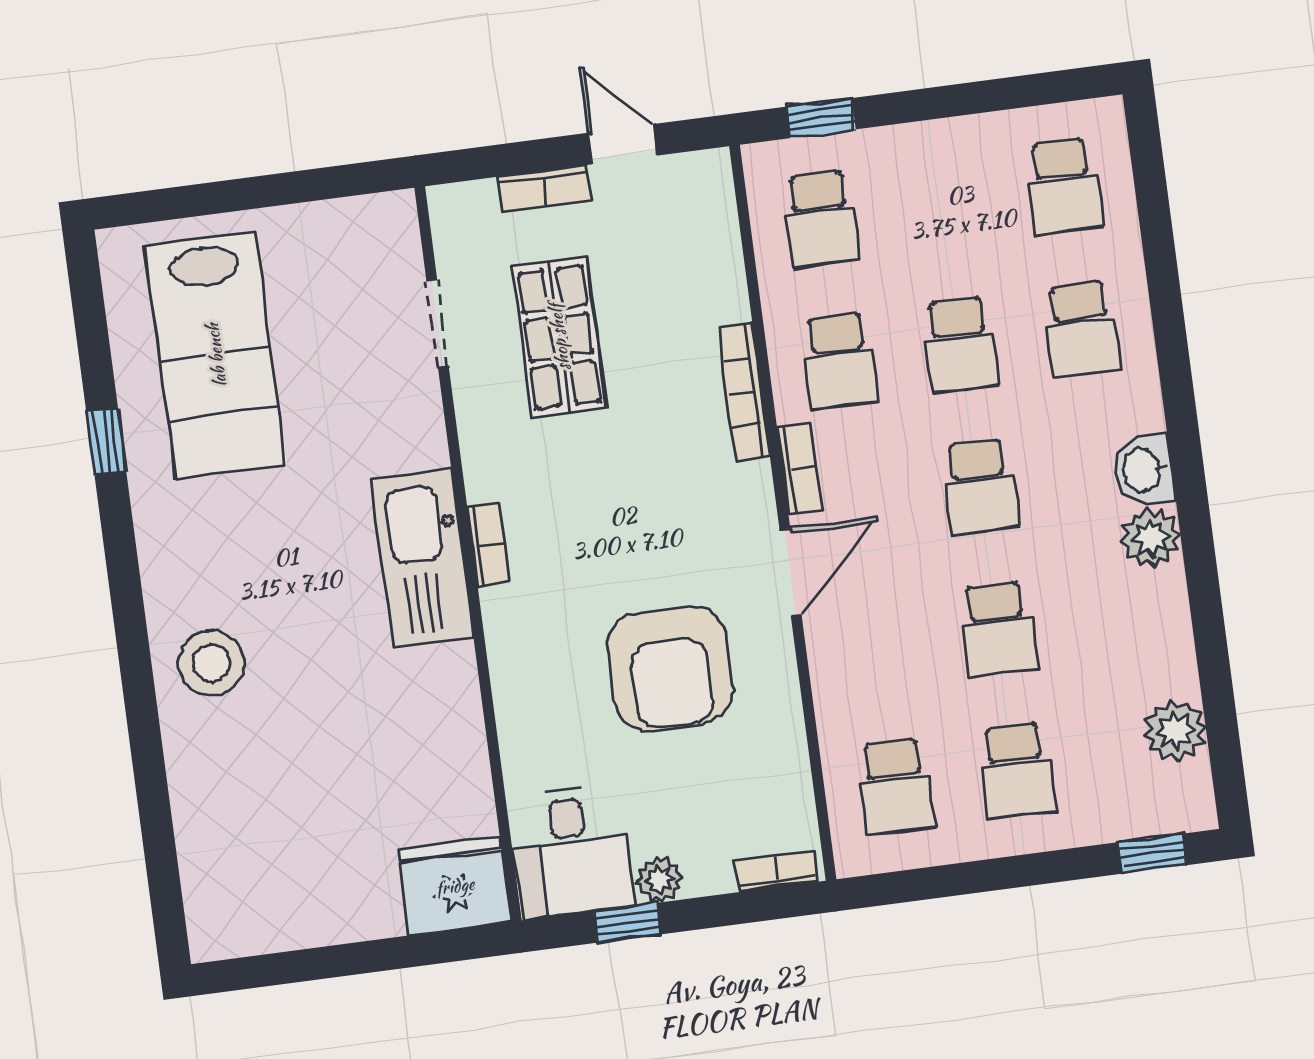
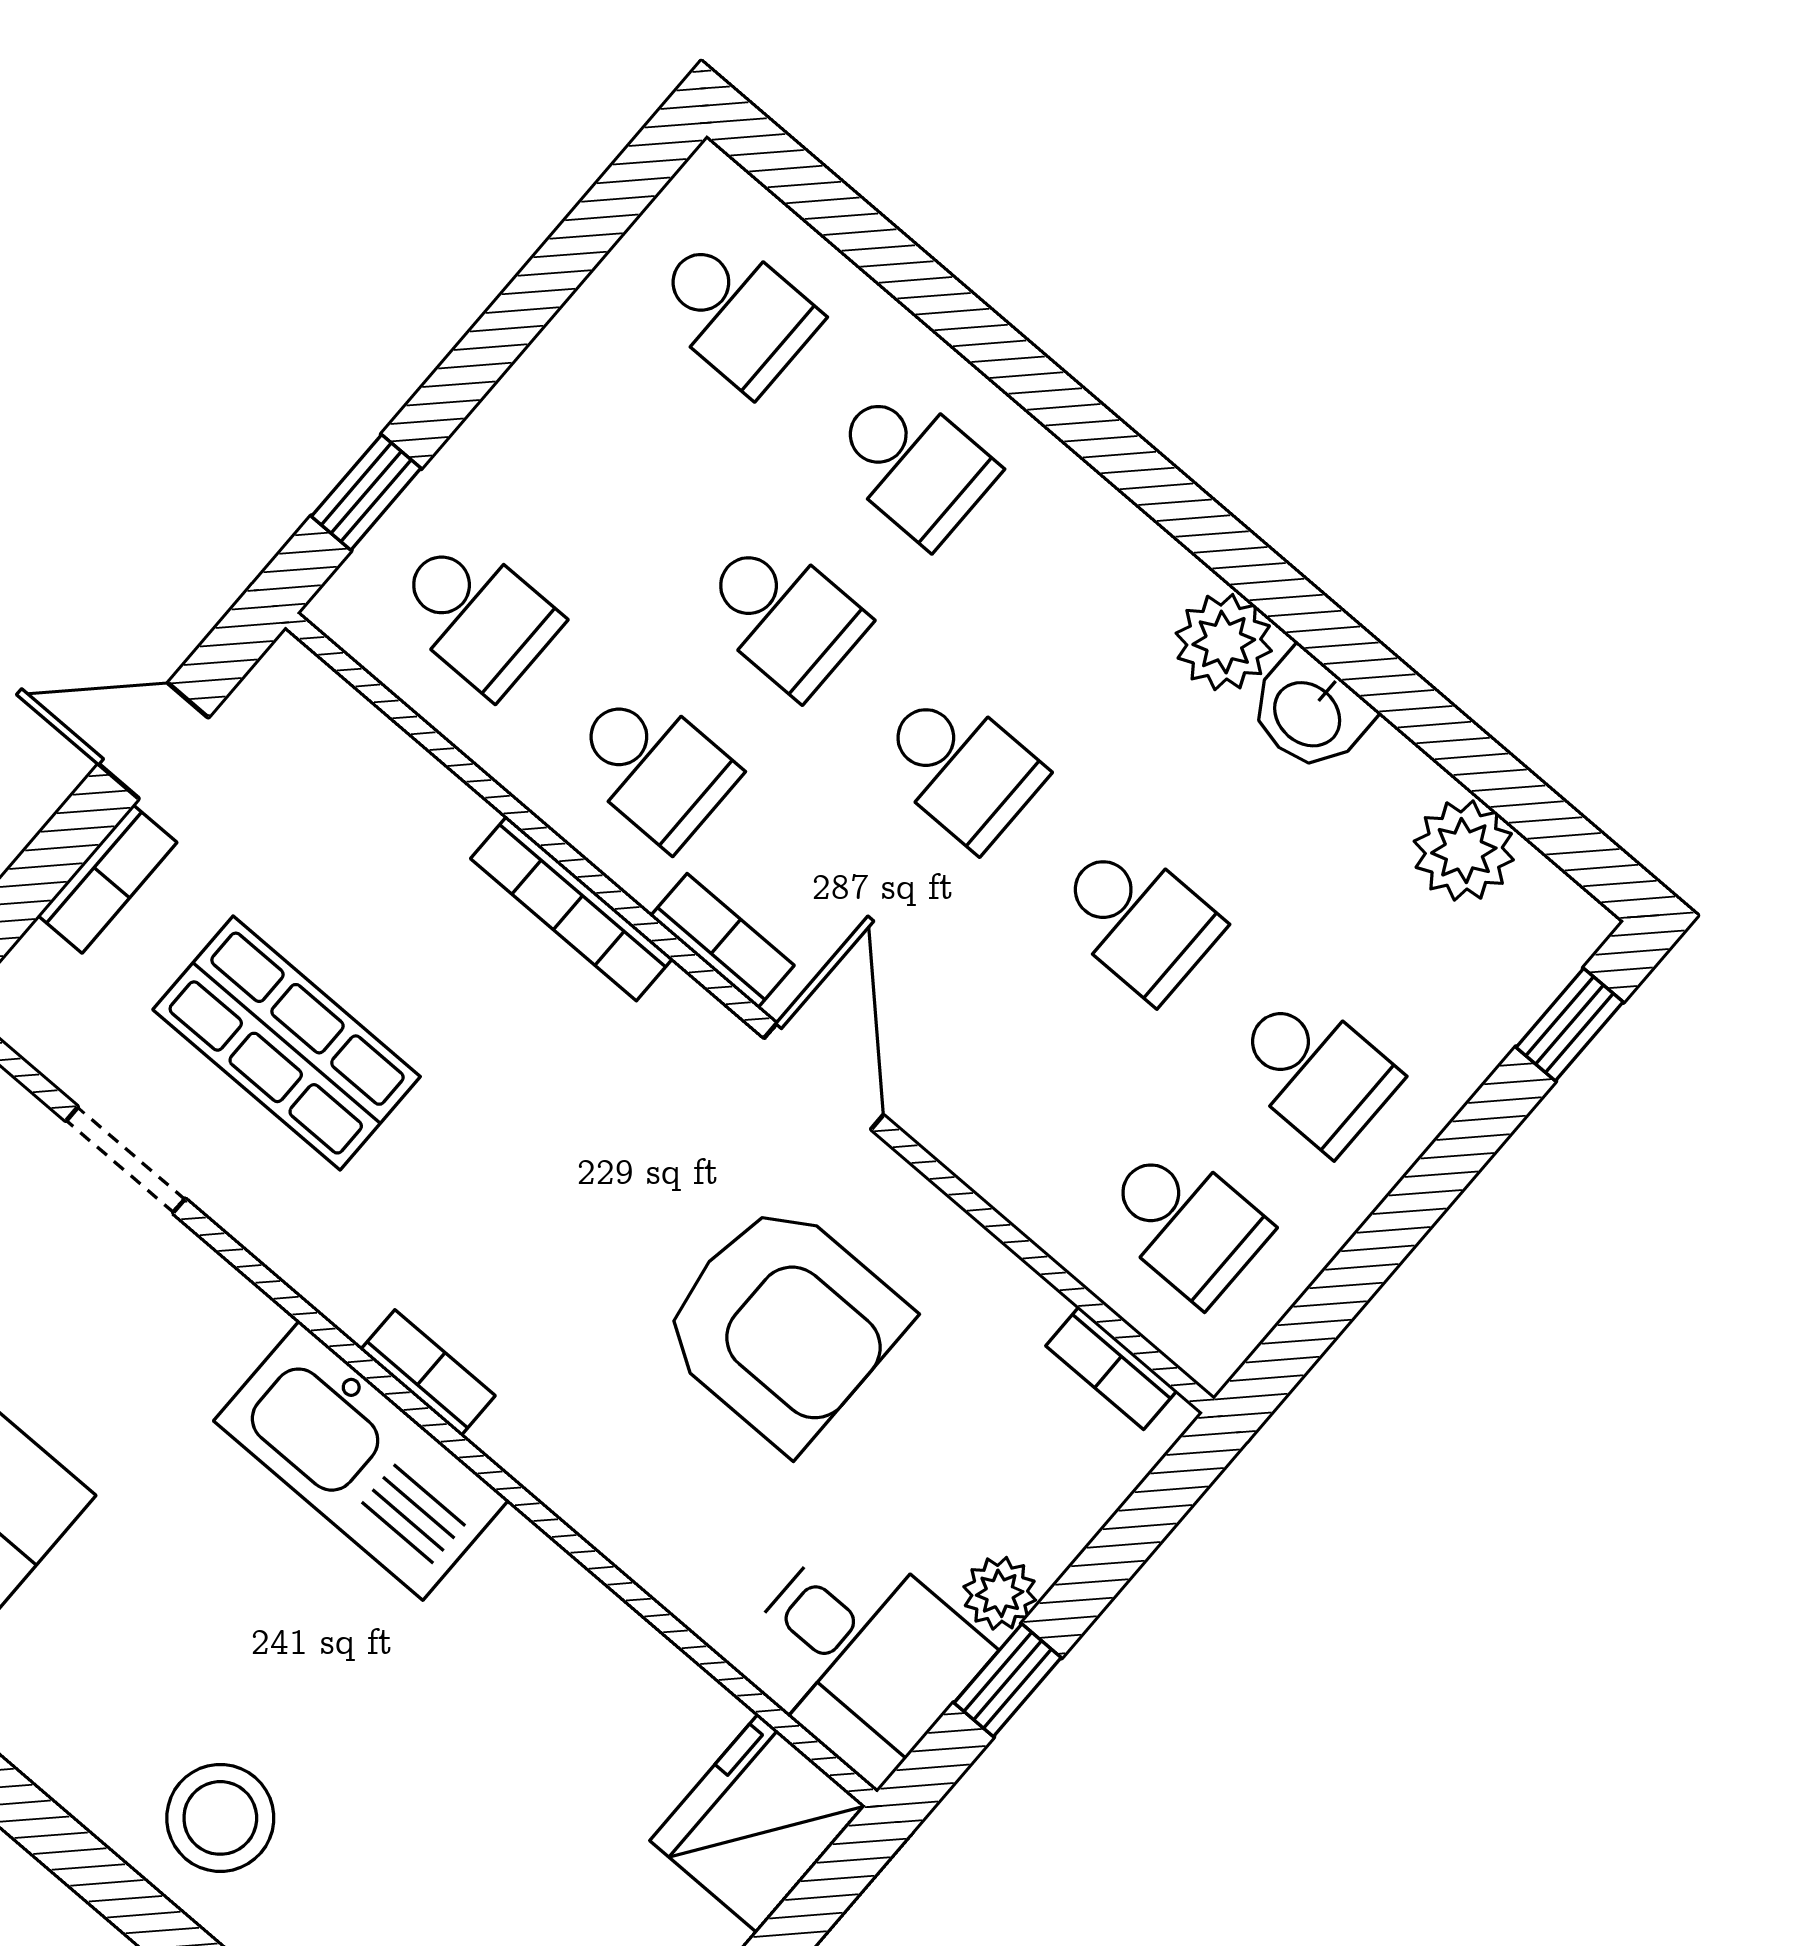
washbasin: (1143, 470) -> (1309, 712), moved
bookcase: (776, 871) -> (1111, 1368), moved, turned -90

